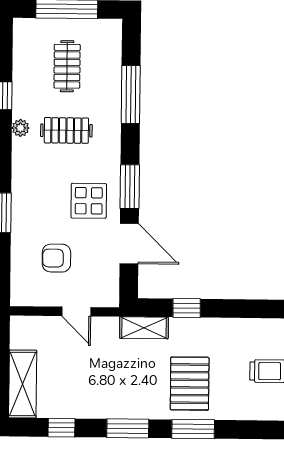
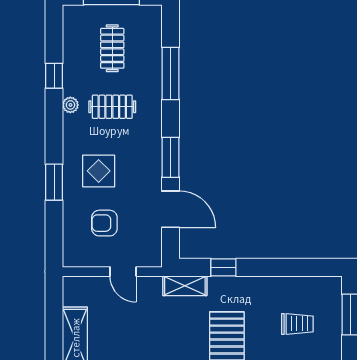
display table: (89, 201) -> (99, 171), moved

